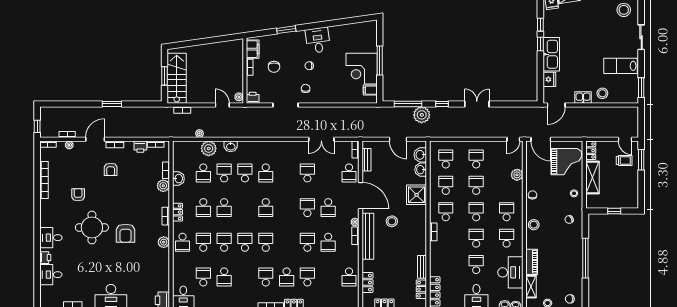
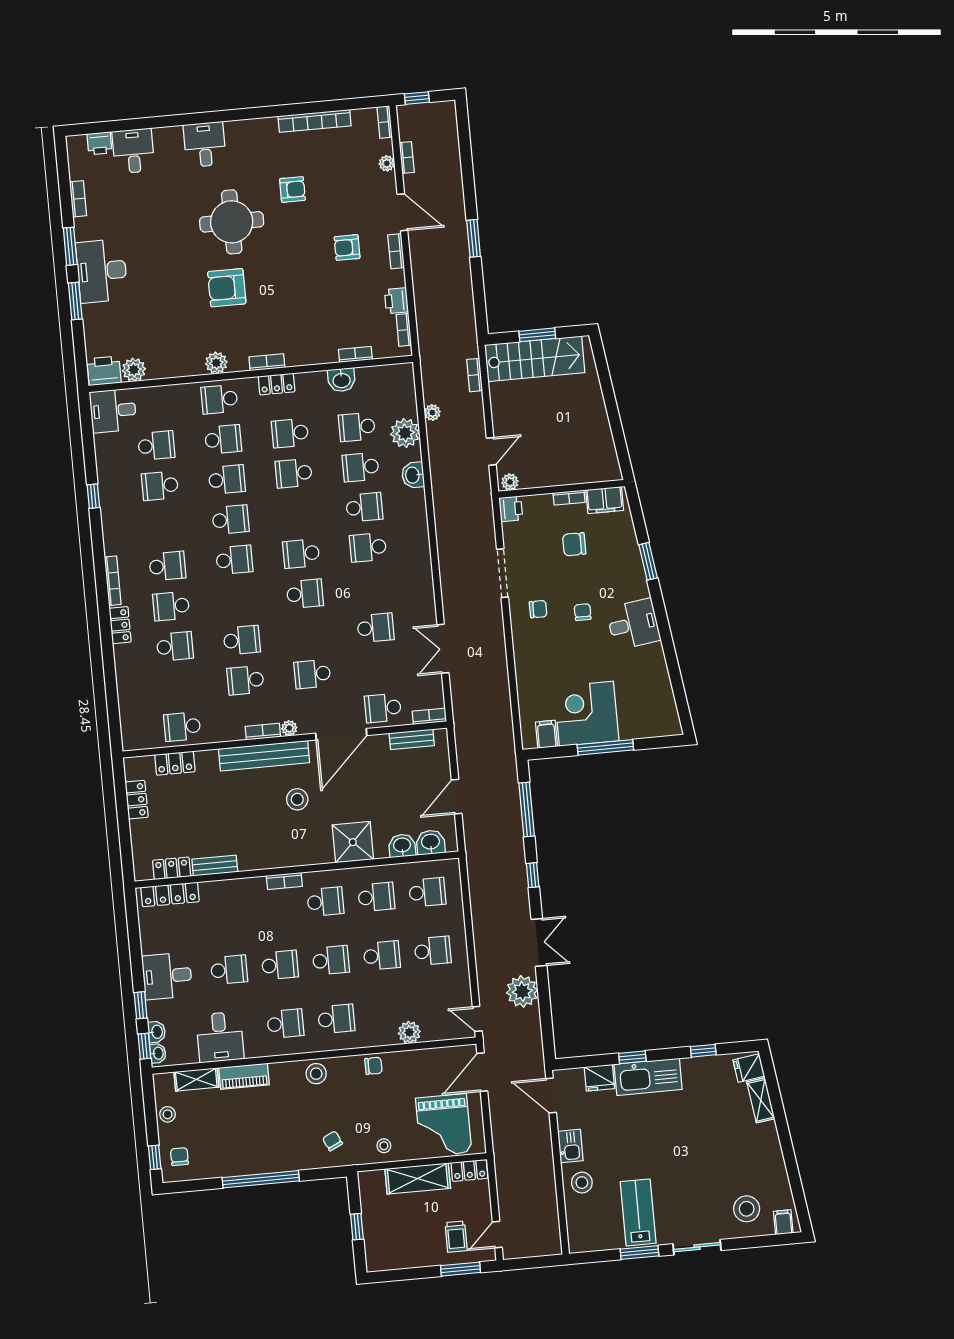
window: (540, 44) -> (632, 1057), moved
window: (641, 88) -> (639, 1252), moved
plant: (422, 115) -> (522, 991), moved
school desk: (224, 173) -> (361, 467), turned 180
plant: (163, 186) -> (134, 370), moved
school desk: (307, 208) -> (305, 594), moved
printer: (45, 258) -> (99, 143), moved
desk: (510, 272) -> (220, 1037), width x0.73

